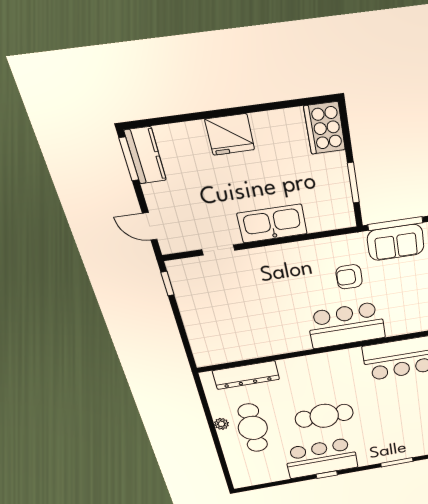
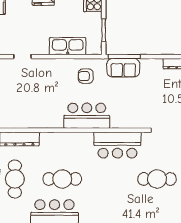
kitchen sink: (272, 224) -> (68, 46), moved
armchair: (349, 277) -> (86, 76), moved

